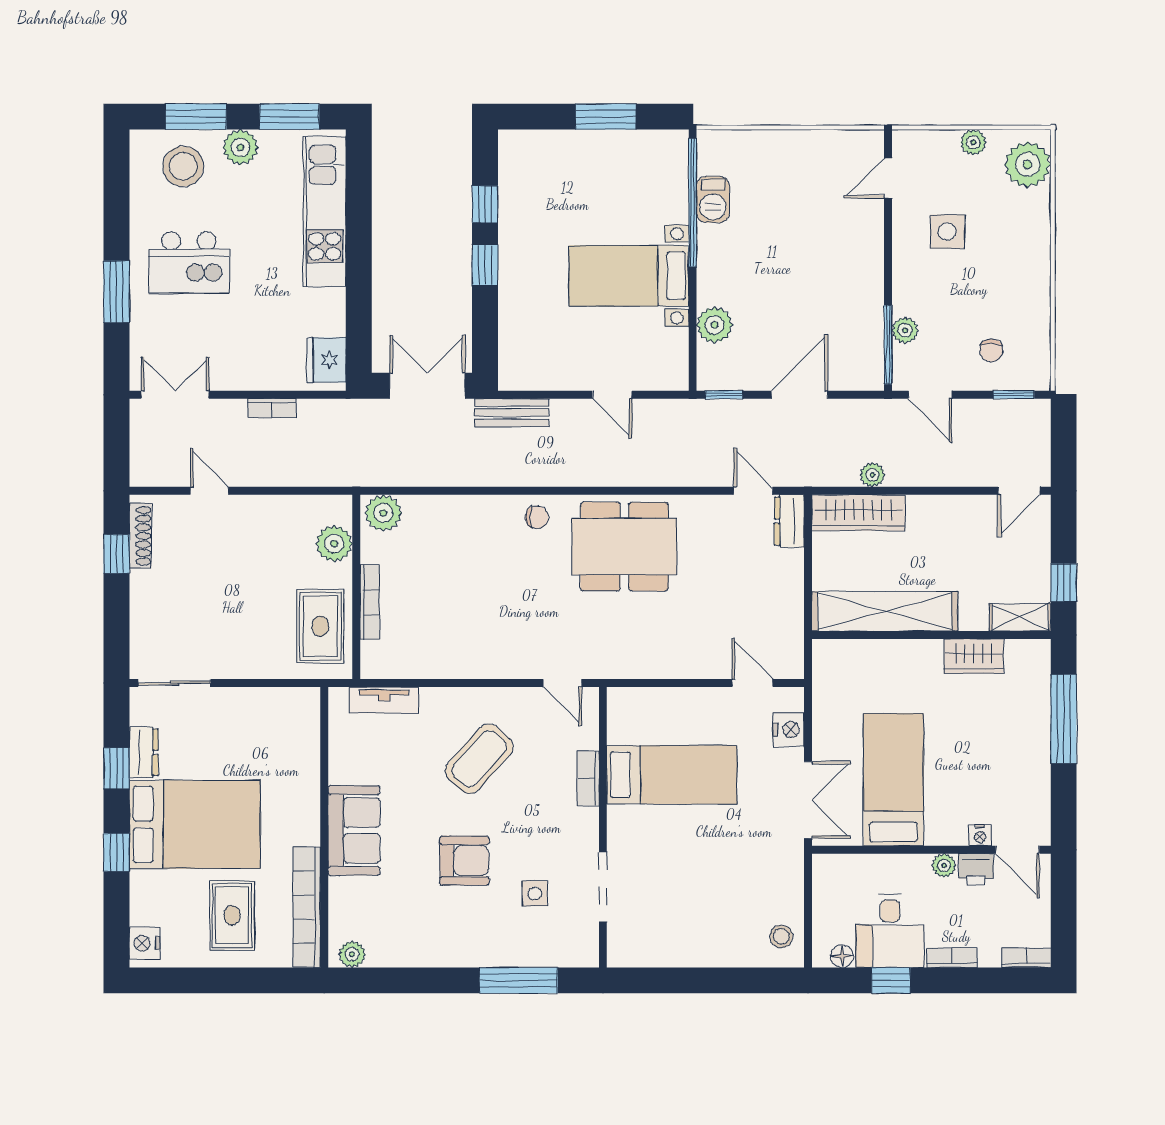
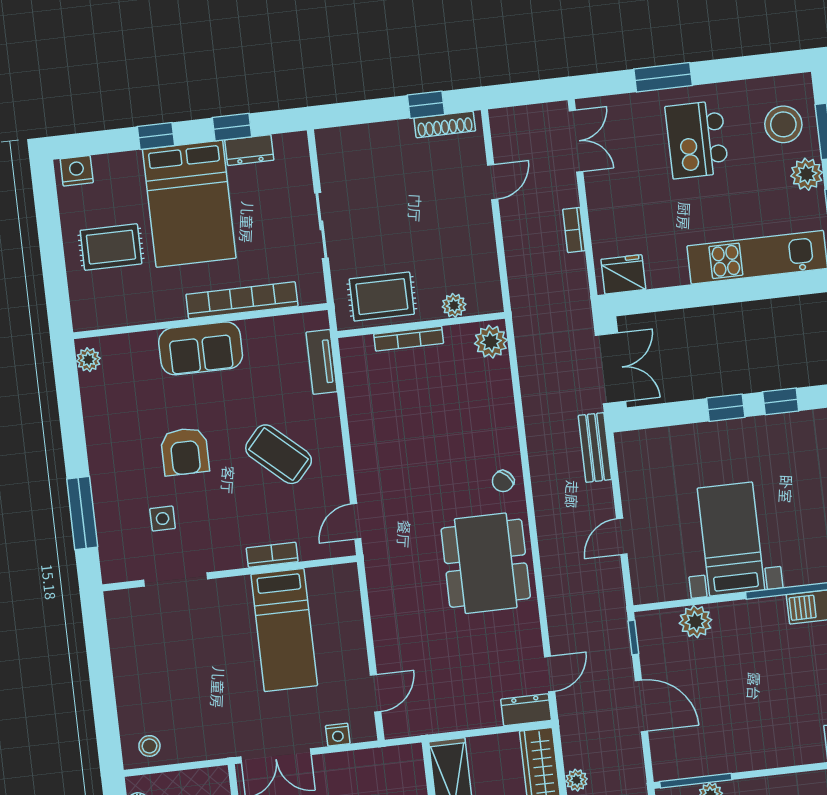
chair: (537, 517) -> (503, 481), turned 46
plant: (334, 544) -> (454, 305), width x0.73, depth x0.73
sliding door: (174, 683) -> (321, 225), moved
nightstand: (789, 730) -> (338, 735), width x0.72, depth x0.74
bookcase: (307, 907) -> (242, 300), moved

